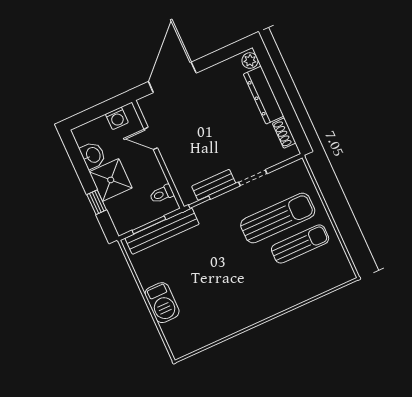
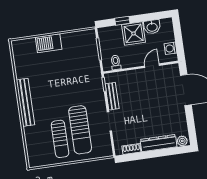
bench: (162, 231) -> (25, 102), moved

